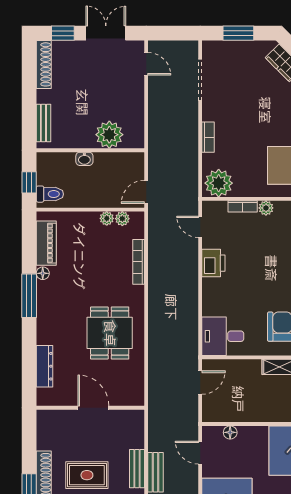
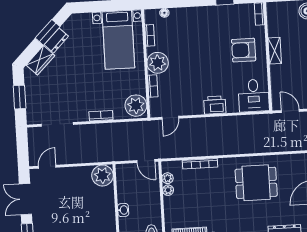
plant: (109, 135) -> (102, 176), moved
plant: (266, 208) -> (158, 63), width x1.87, depth x1.87
printer: (213, 263) -> (215, 105), moved

